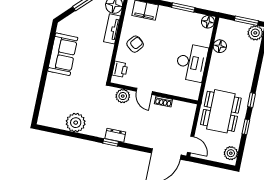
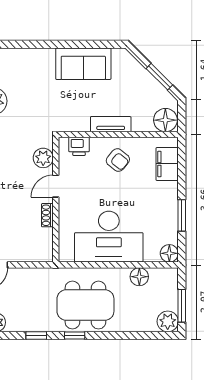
tv unit: (112, 29) -> (111, 124), moved
desk: (192, 63) -> (109, 237), width x1.36, depth x1.30
dining table: (221, 111) -> (85, 305), moved

